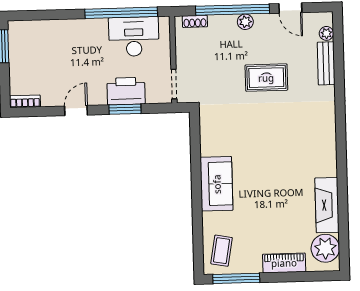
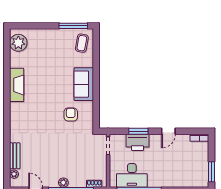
rug: (266, 78) -> (51, 148), removed
armchair: (236, 133) -> (71, 114), added
fireplace: (327, 205) -> (17, 85), moved
piano: (284, 263) -> (44, 35), removed

